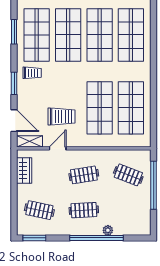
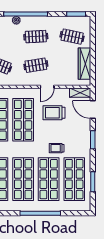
trolley: (32, 73) -> (57, 148), moved
door: (58, 148) -> (47, 87), moved
wardrobe: (24, 170) -> (84, 64), width x1.50

